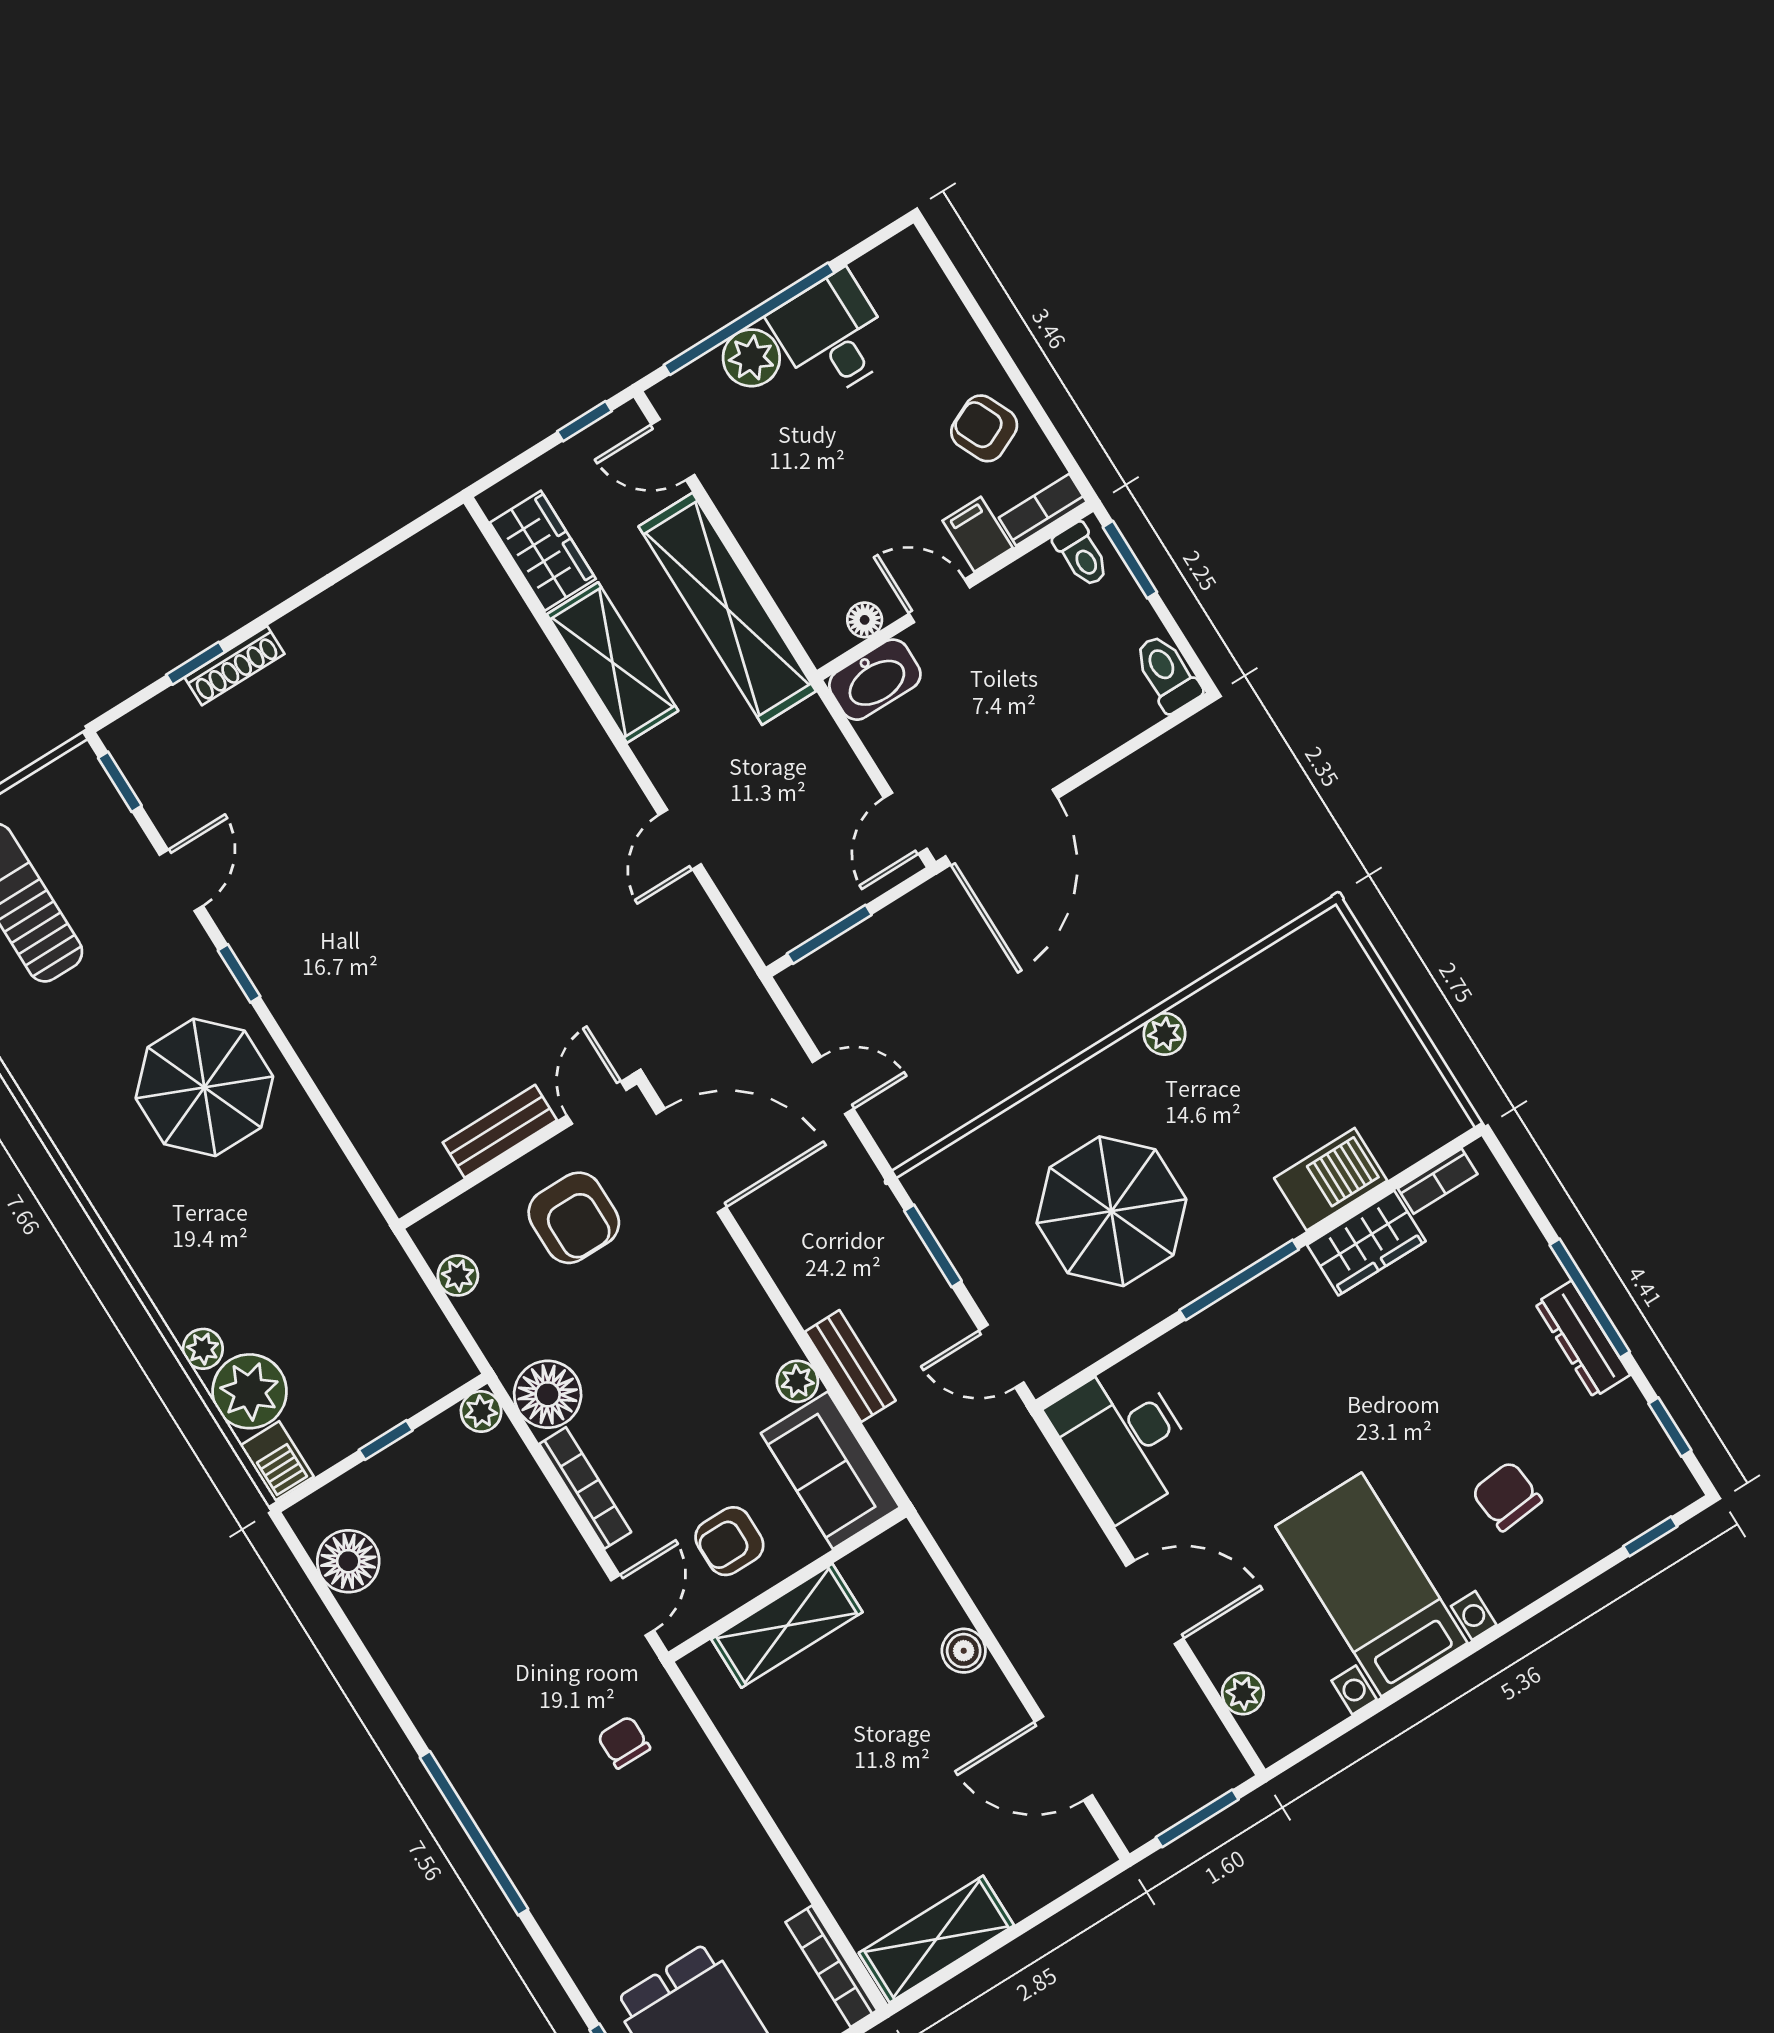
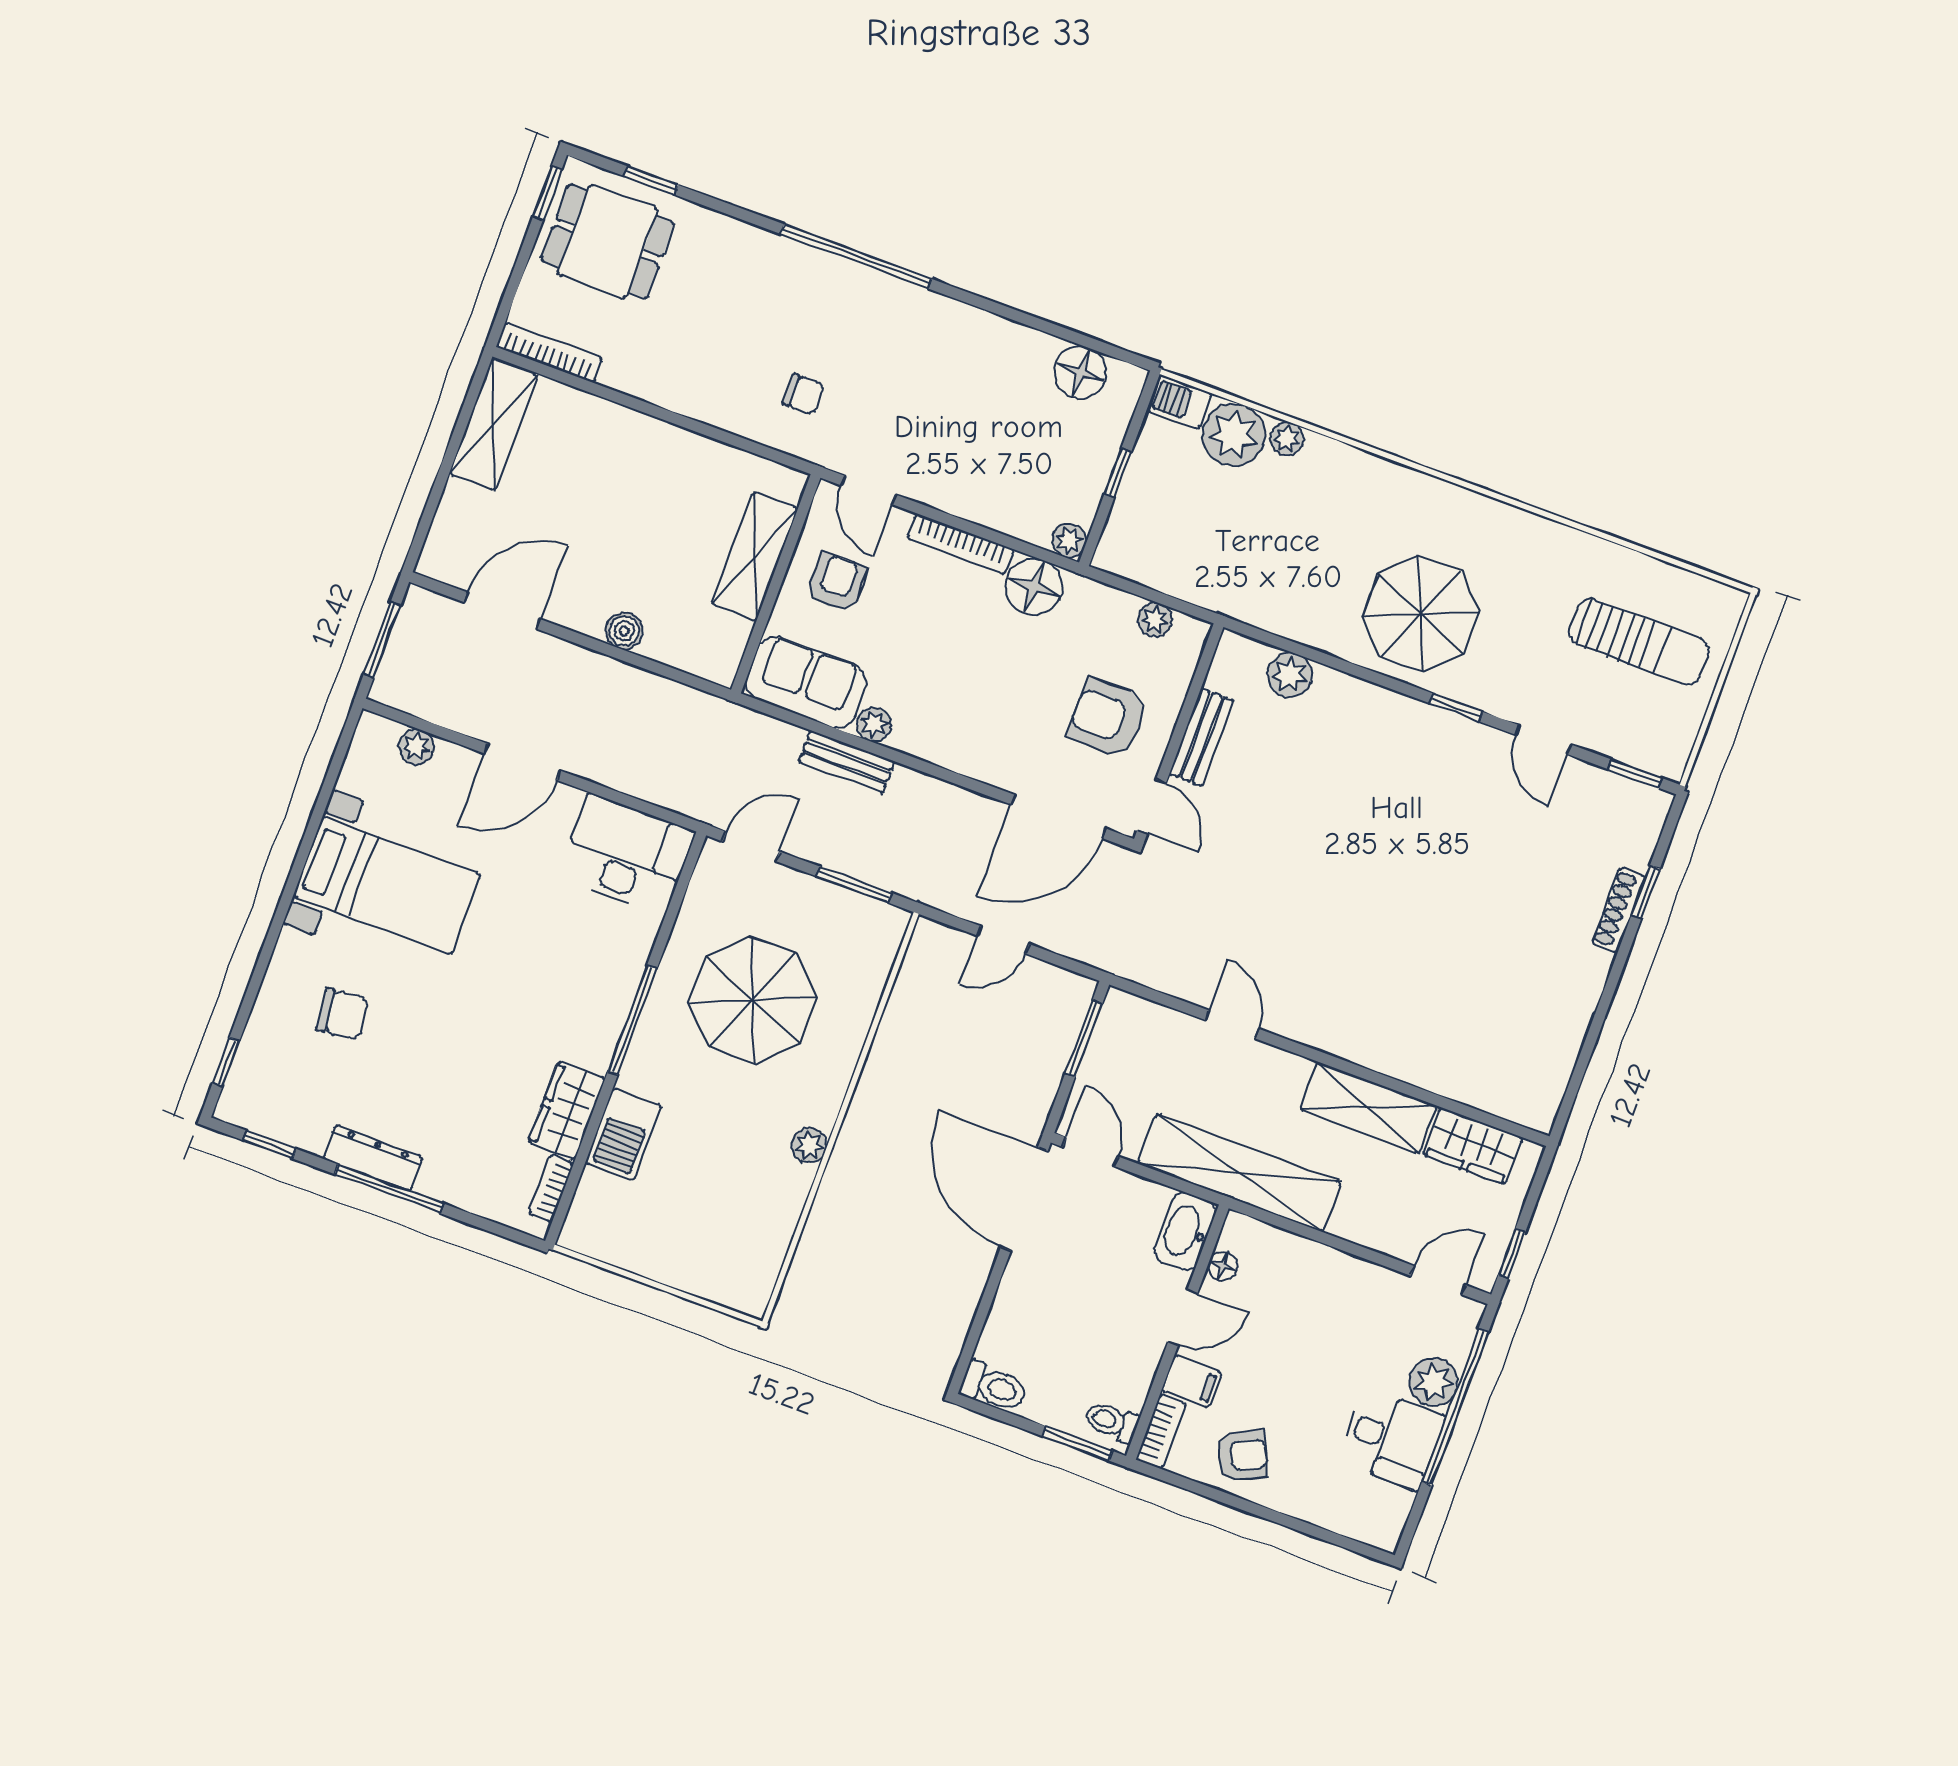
shelving: (727, 609) -> (1240, 1173), moved
plant: (372, 1125) -> (1290, 675), added

